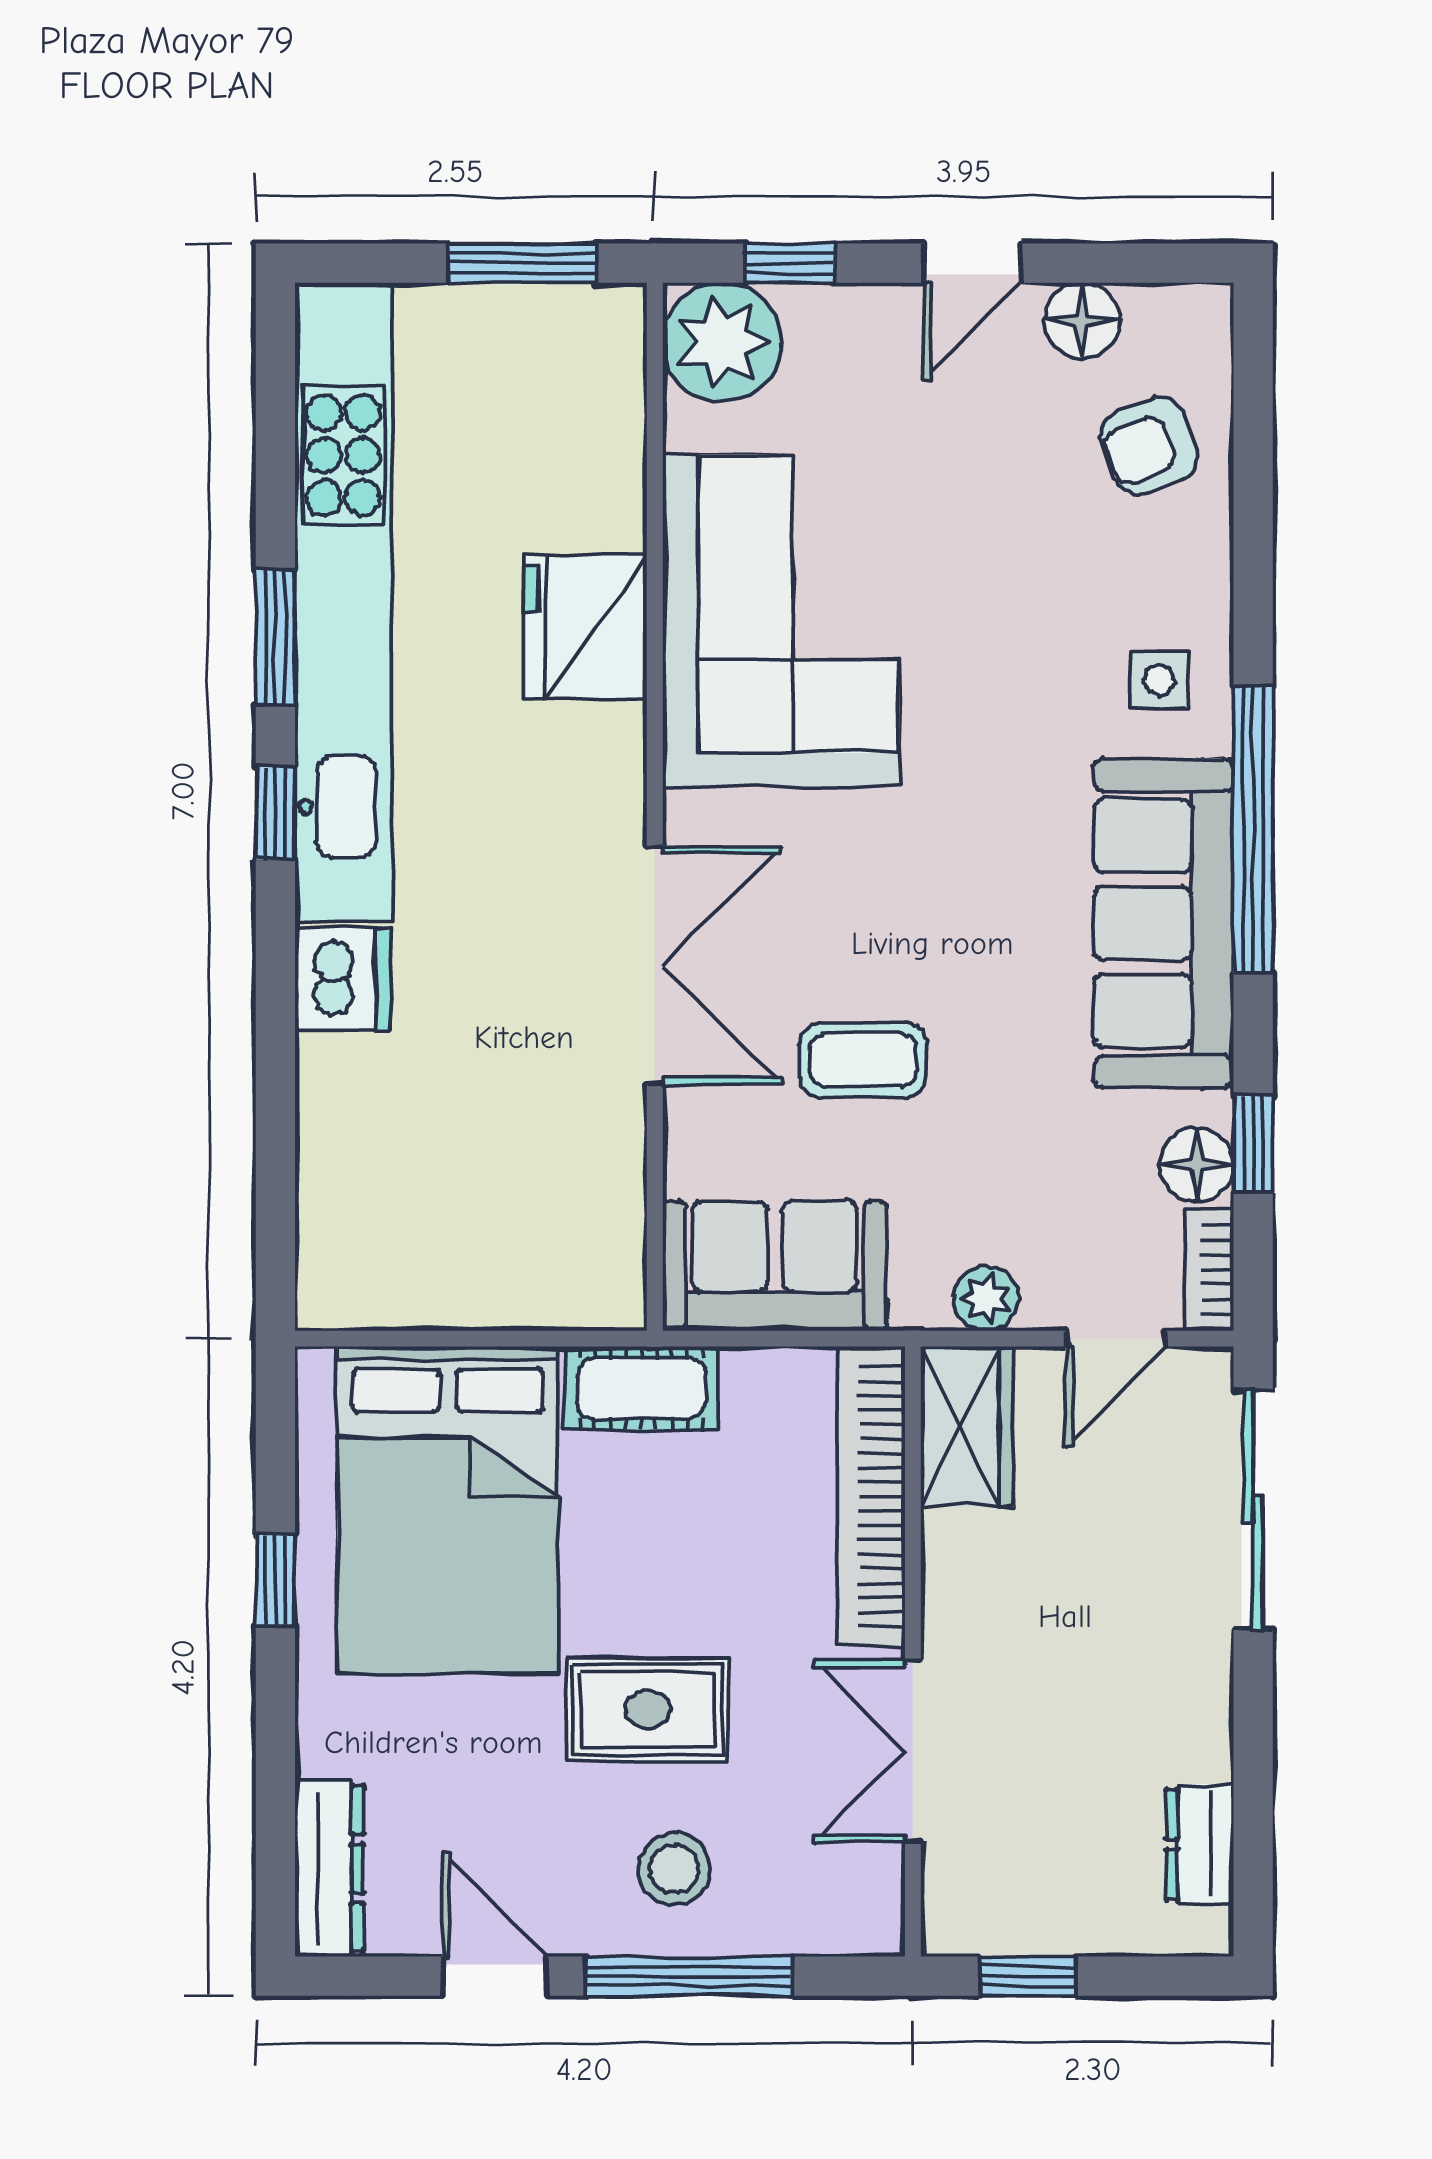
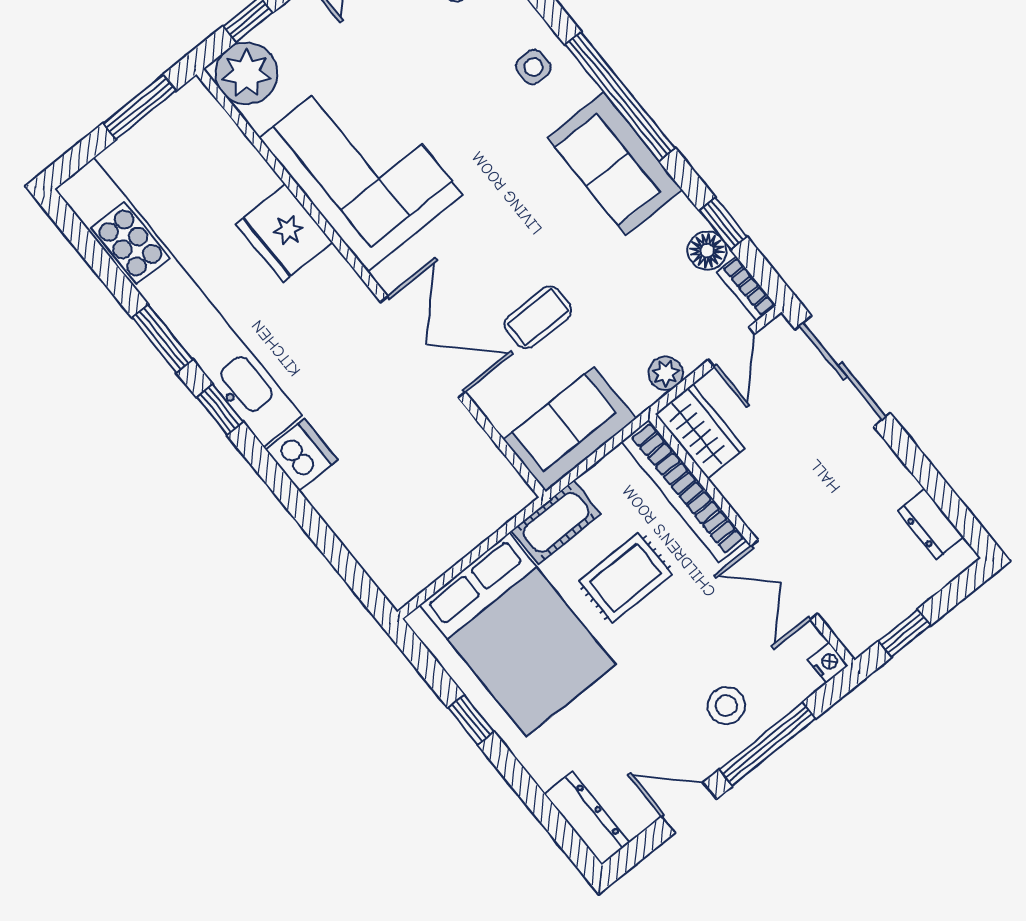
sofa: (1164, 923) -> (615, 164), width x0.73
rug: (647, 1710) -> (626, 578), moved
nightstand: (878, 1928) -> (828, 663), added

